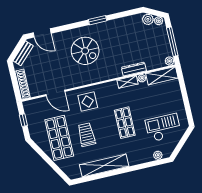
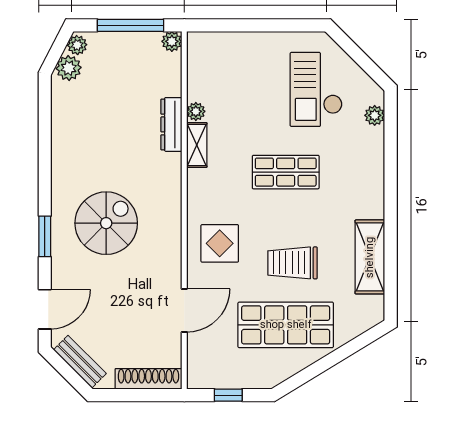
window: (97, 20) -> (45, 236), moved
shelving: (162, 76) -> (200, 66), removed
shelving: (104, 166) -> (370, 257), width x0.68

